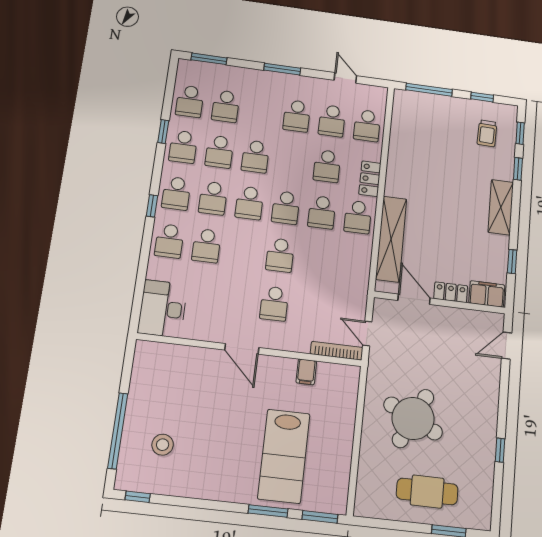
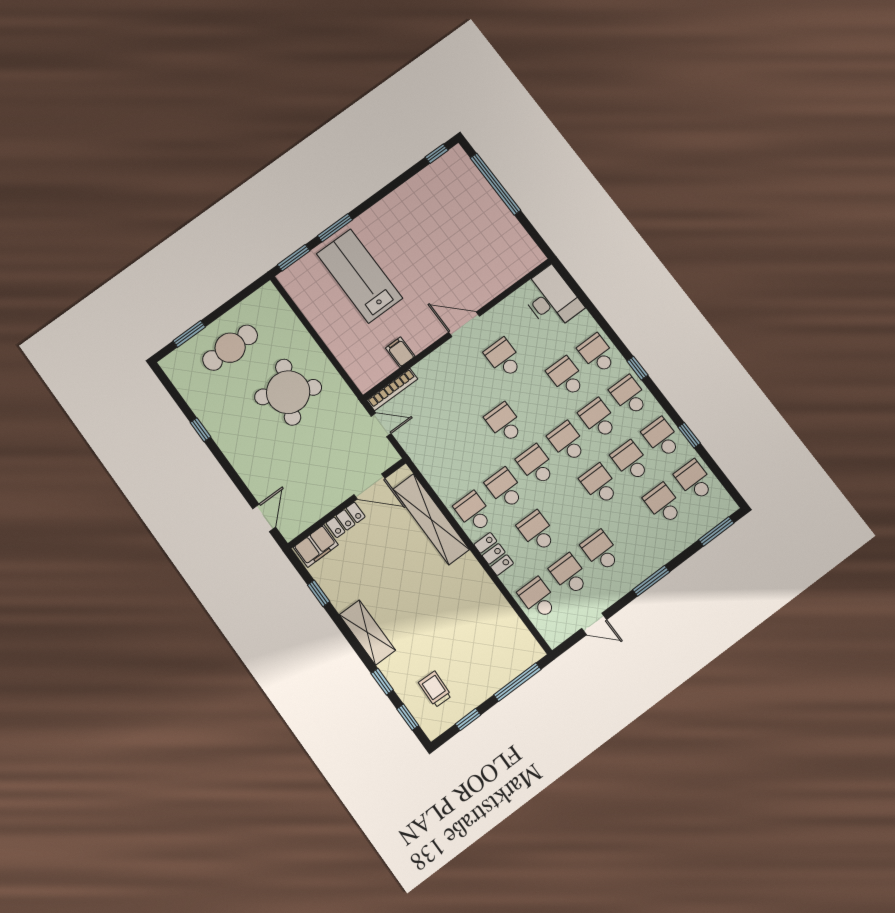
school desk: (274, 304) -> (504, 358), moved
stool: (163, 445) -> (454, 204), removed

